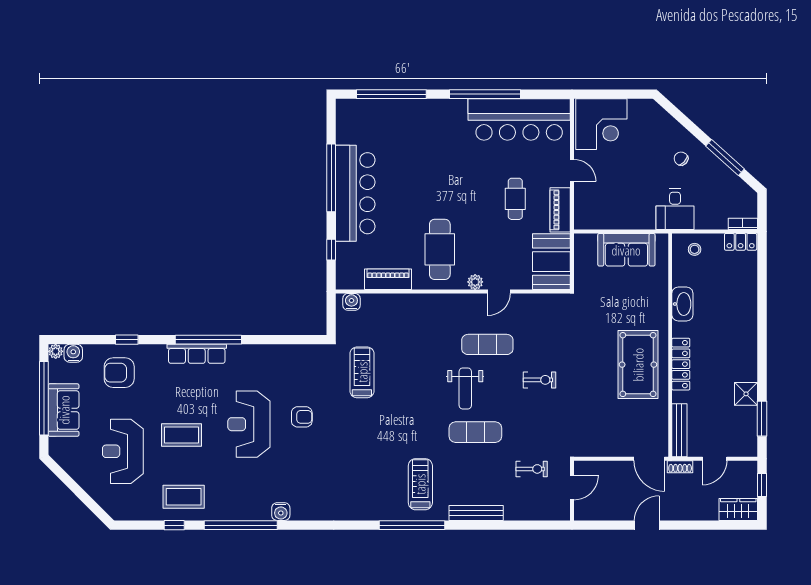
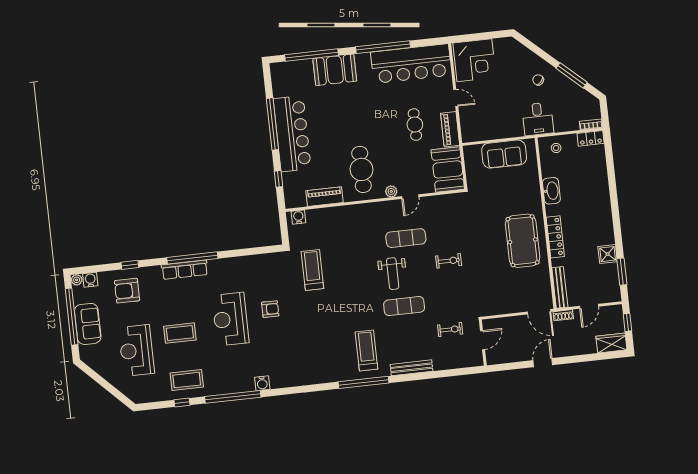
booth: (419, 117) -> (335, 70), added

